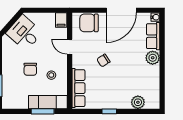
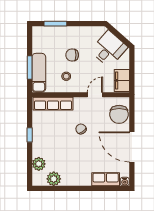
filing cabinet: (61, 20) -> (122, 80), width x2.00
chair: (89, 23) -> (119, 114), turned 180
plant: (153, 58) -> (54, 179), moved

